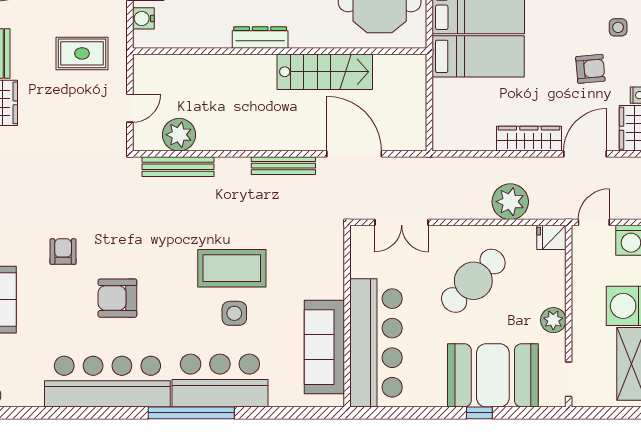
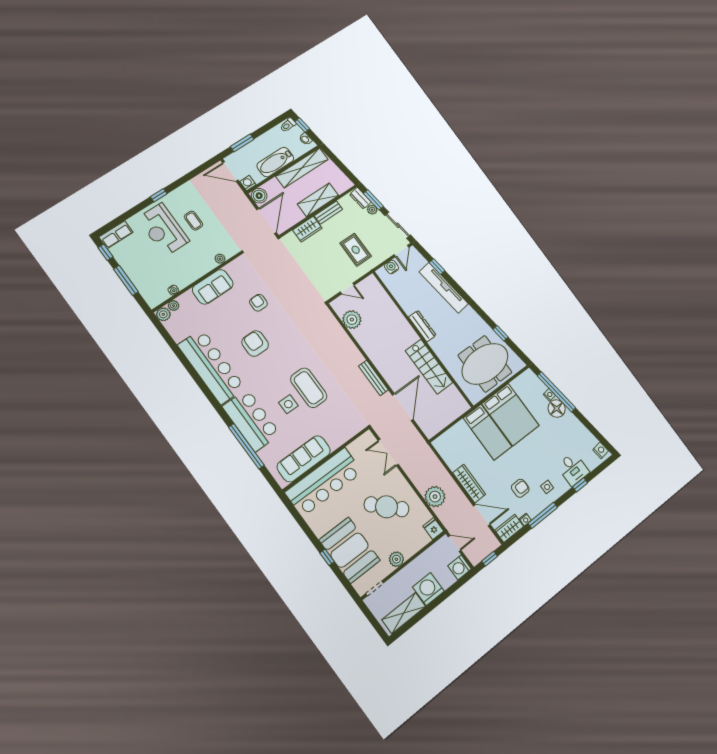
armchair: (590, 69) -> (520, 488), turned -85
bench: (178, 167) -> (337, 329), removed
armchair: (63, 252) -> (258, 303), turned -90
window: (191, 413) -> (246, 446), moved

